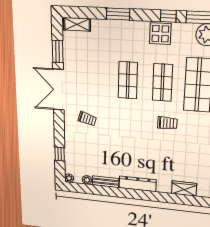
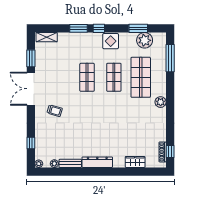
window: (168, 16) -> (99, 28), moved
trolley: (167, 123) -> (119, 109), removed

